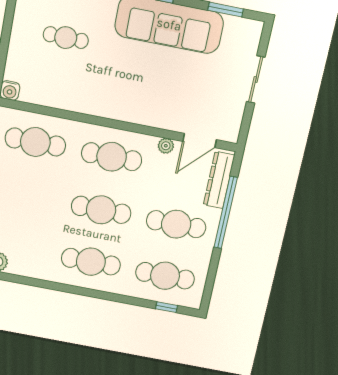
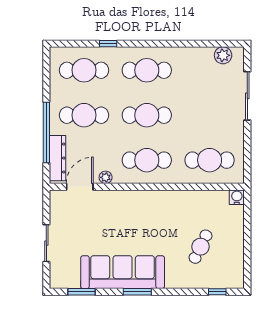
cafe table: (66, 38) -> (200, 247), turned -65
window: (166, 307) -> (108, 44), moved

